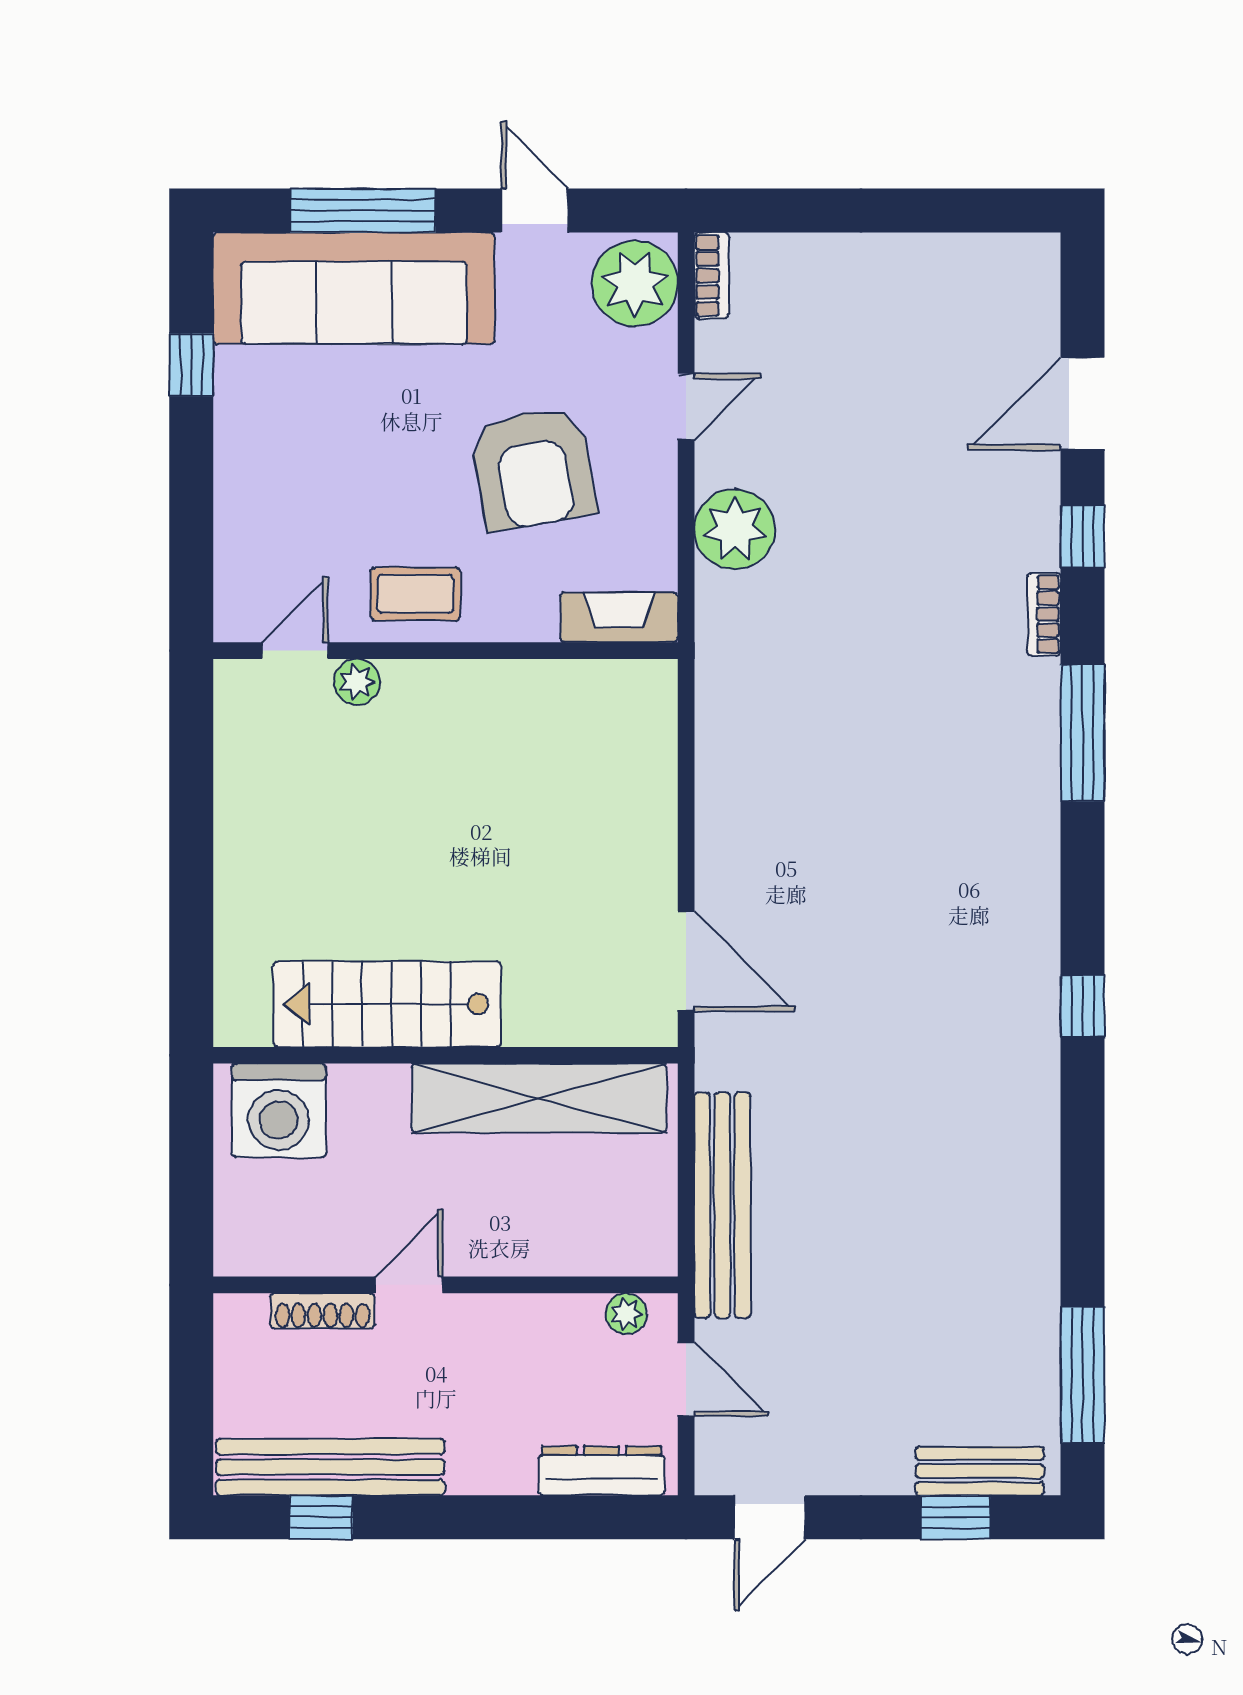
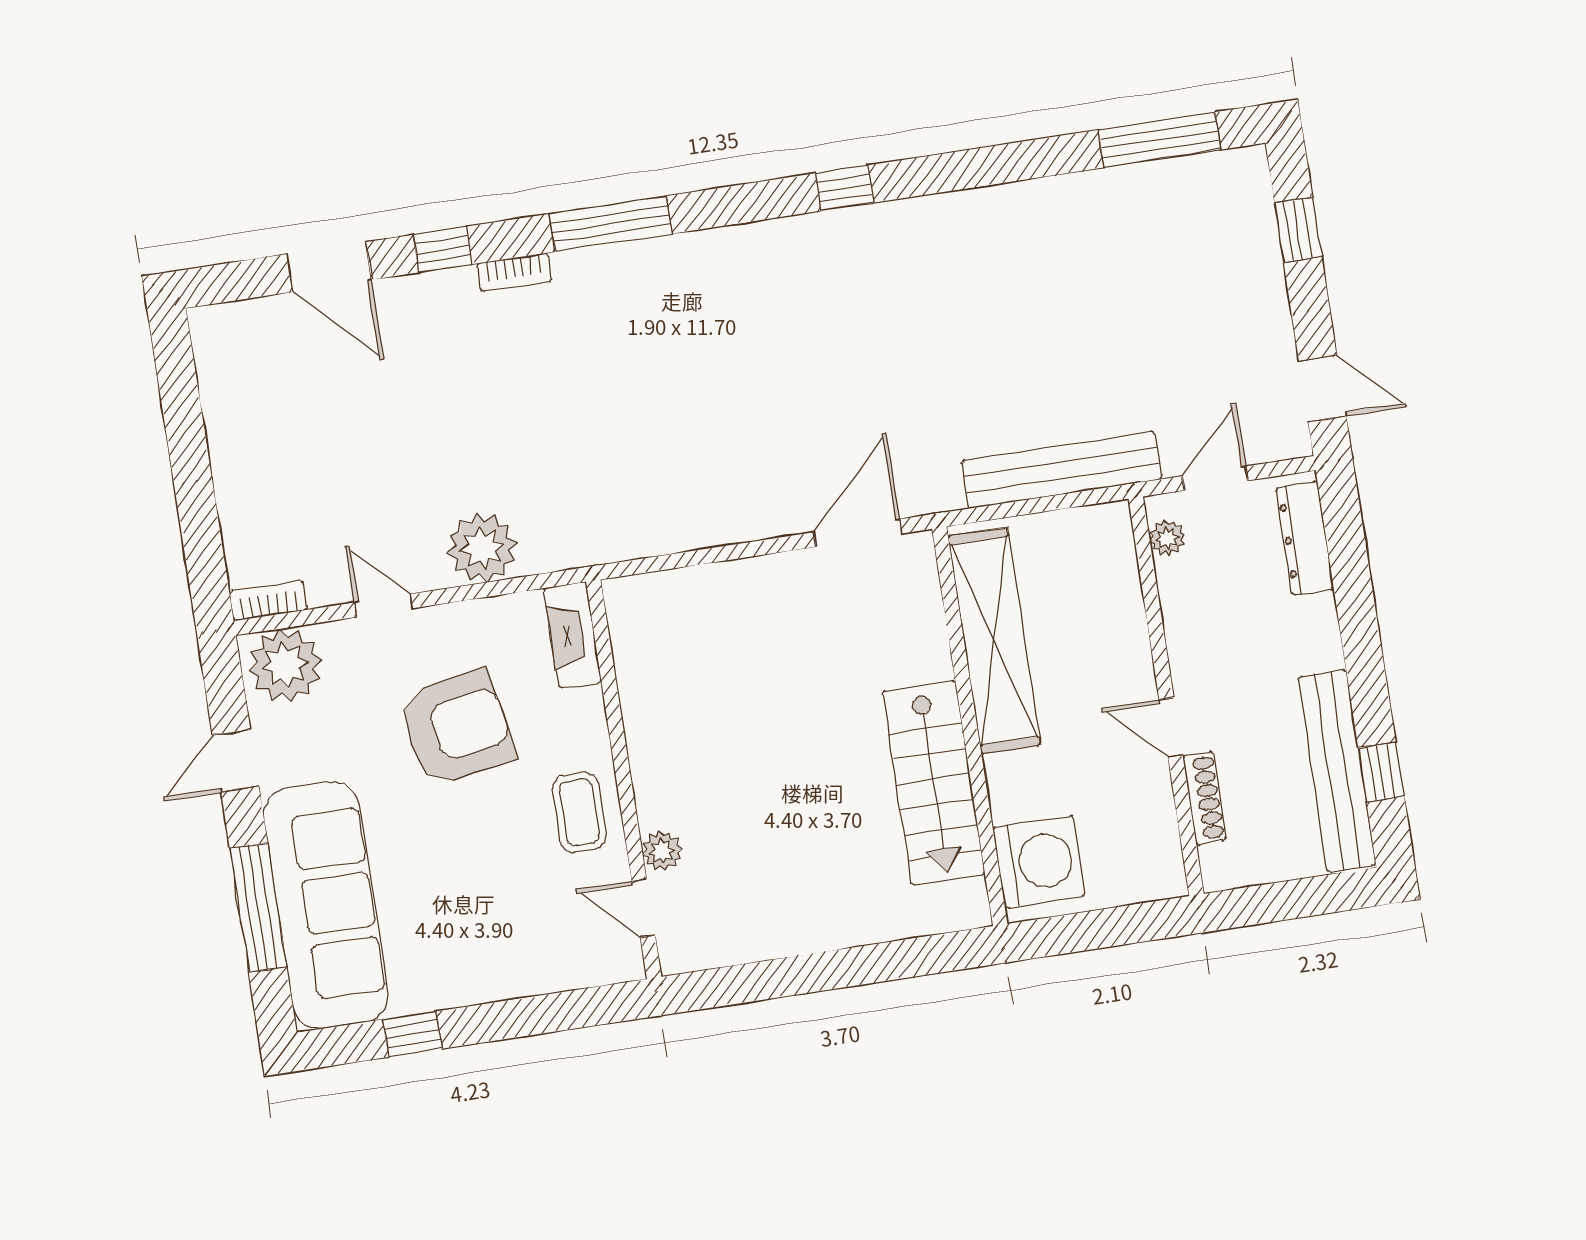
bench: (980, 1471) -> (1255, 215), removed

